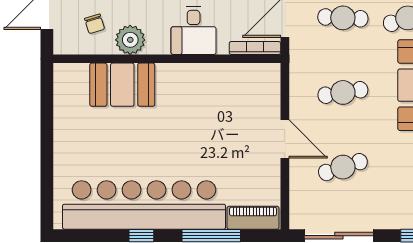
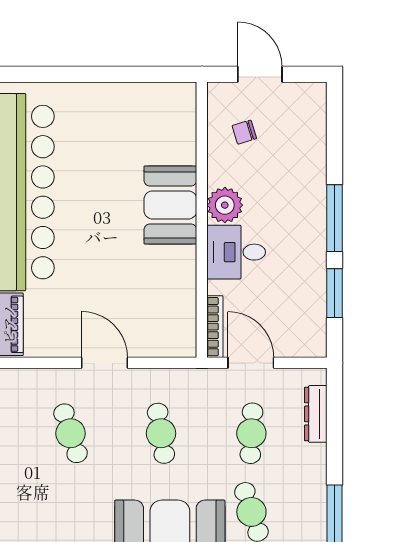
plant: (130, 40) -> (225, 205), moved
booth: (122, 85) -> (170, 205), moved
door: (285, 139) -> (105, 363), swing flipped

